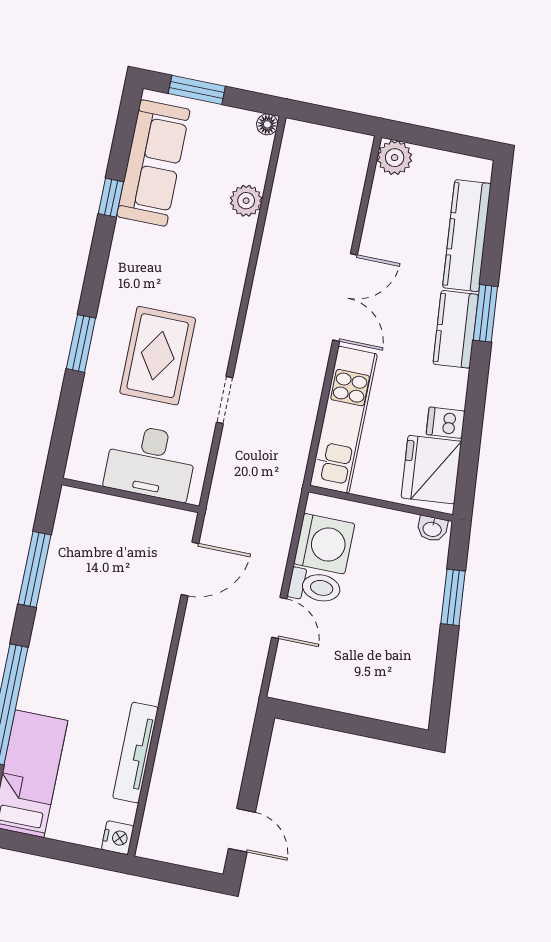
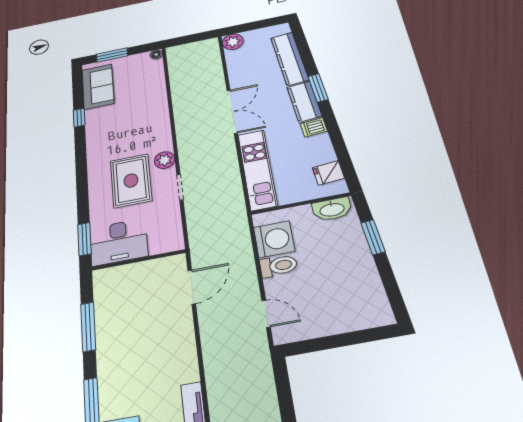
sofa: (153, 163) -> (98, 87), width x0.73
plant: (246, 201) -> (165, 160), moved
window: (81, 343) -> (84, 239), moved
dishwasher: (446, 423) -> (314, 127), moved
desk: (151, 462) -> (119, 242), moved
fridge: (431, 470) -> (328, 173), width x0.53, depth x0.75
washbasin: (432, 529) -> (332, 209), width x1.91, depth x1.45
door: (279, 618) -> (266, 314), moved

